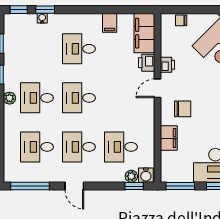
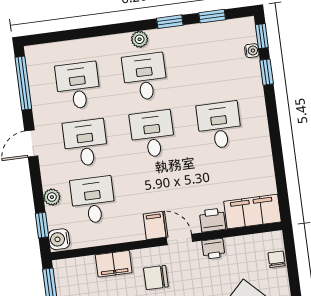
water cooler: (42, 18) -> (252, 51), moved
filing cabinet: (110, 23) -> (155, 226), moved, turned 90
chair: (183, 109) -> (156, 277), turned 90
plant: (131, 176) -> (52, 197), moved

